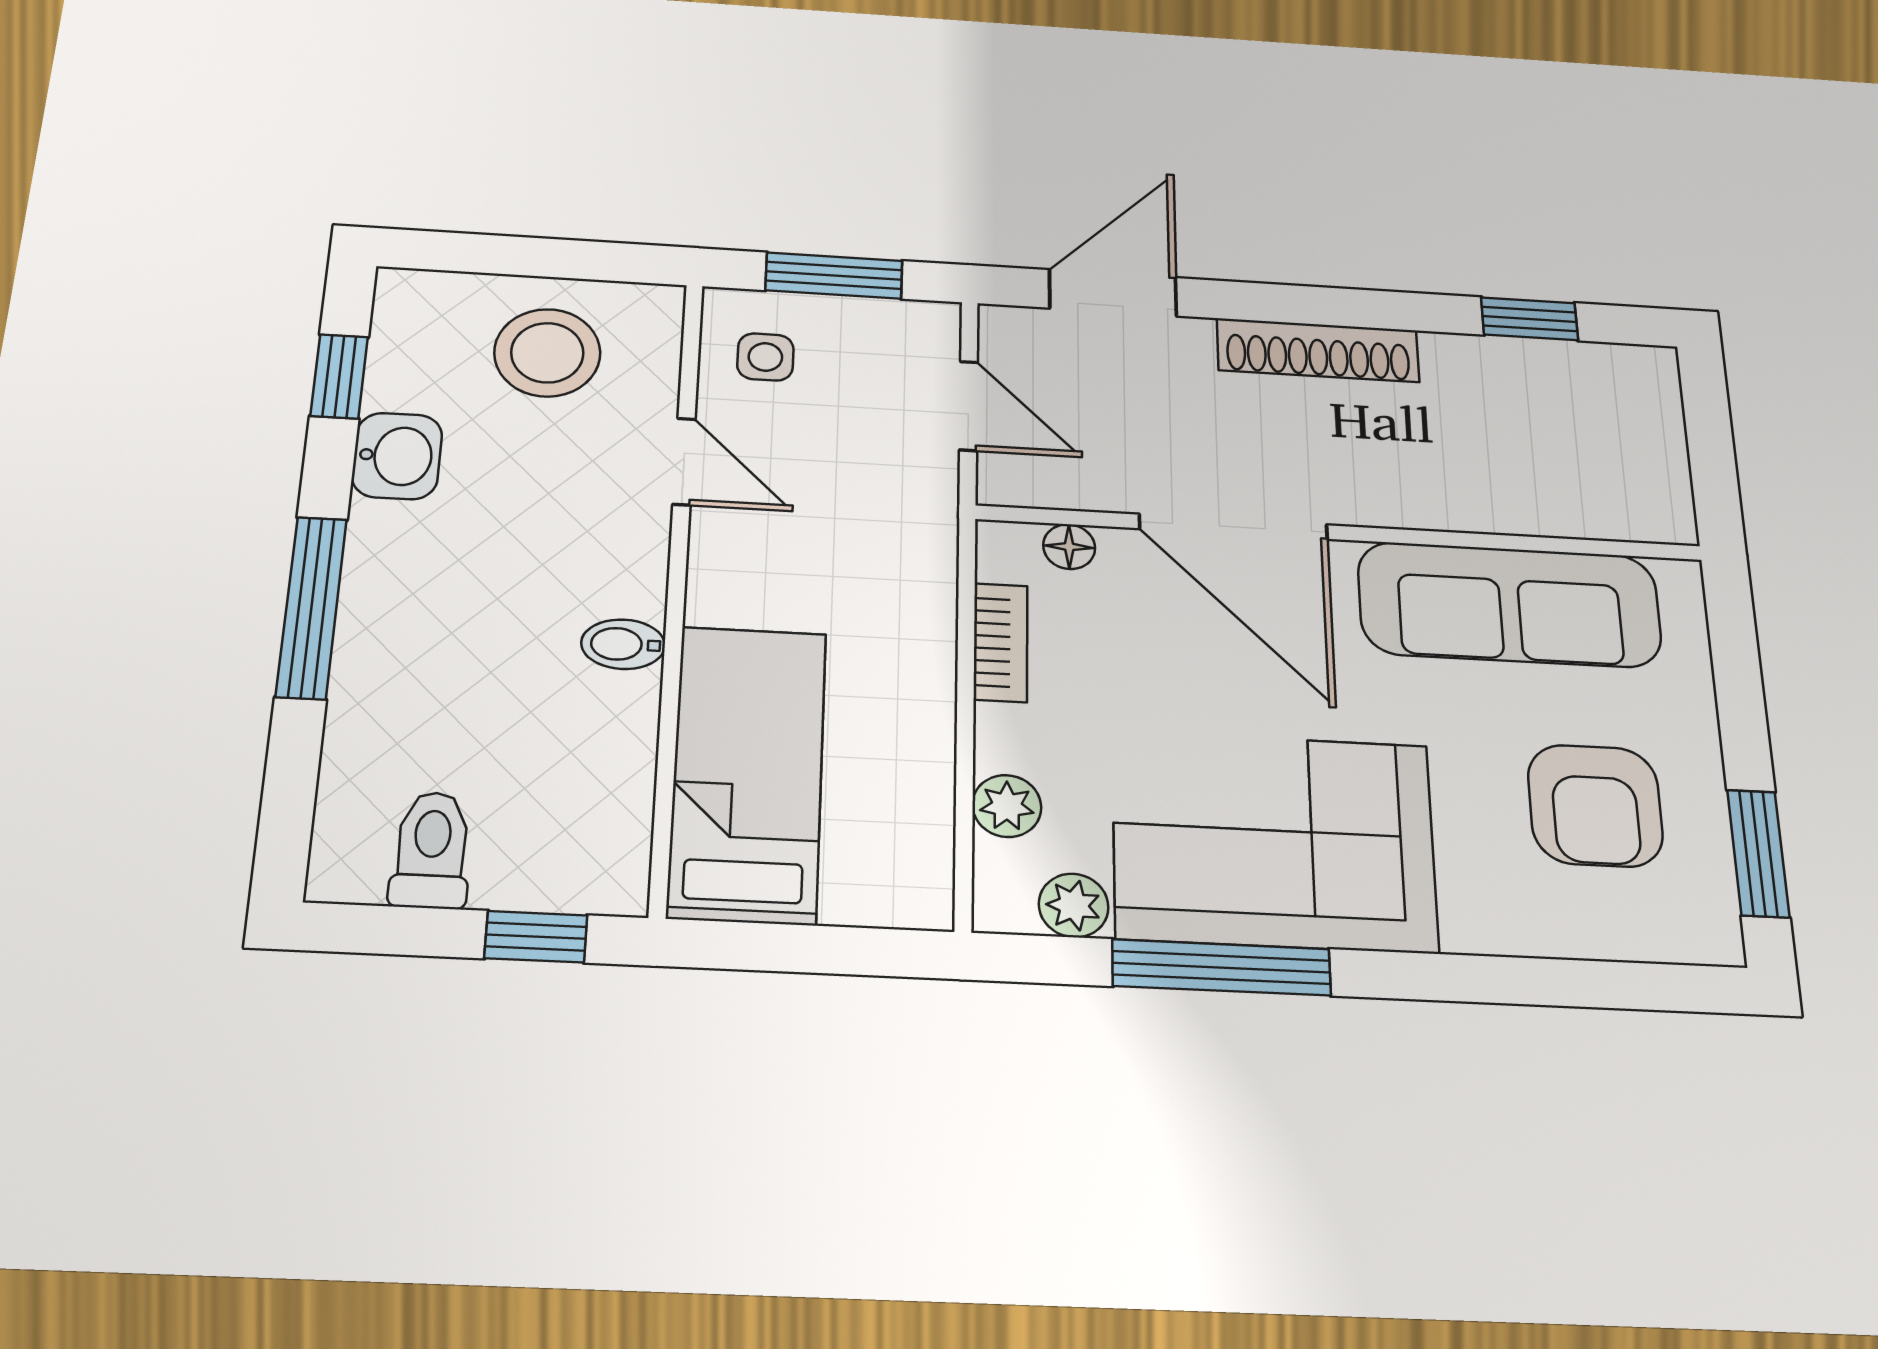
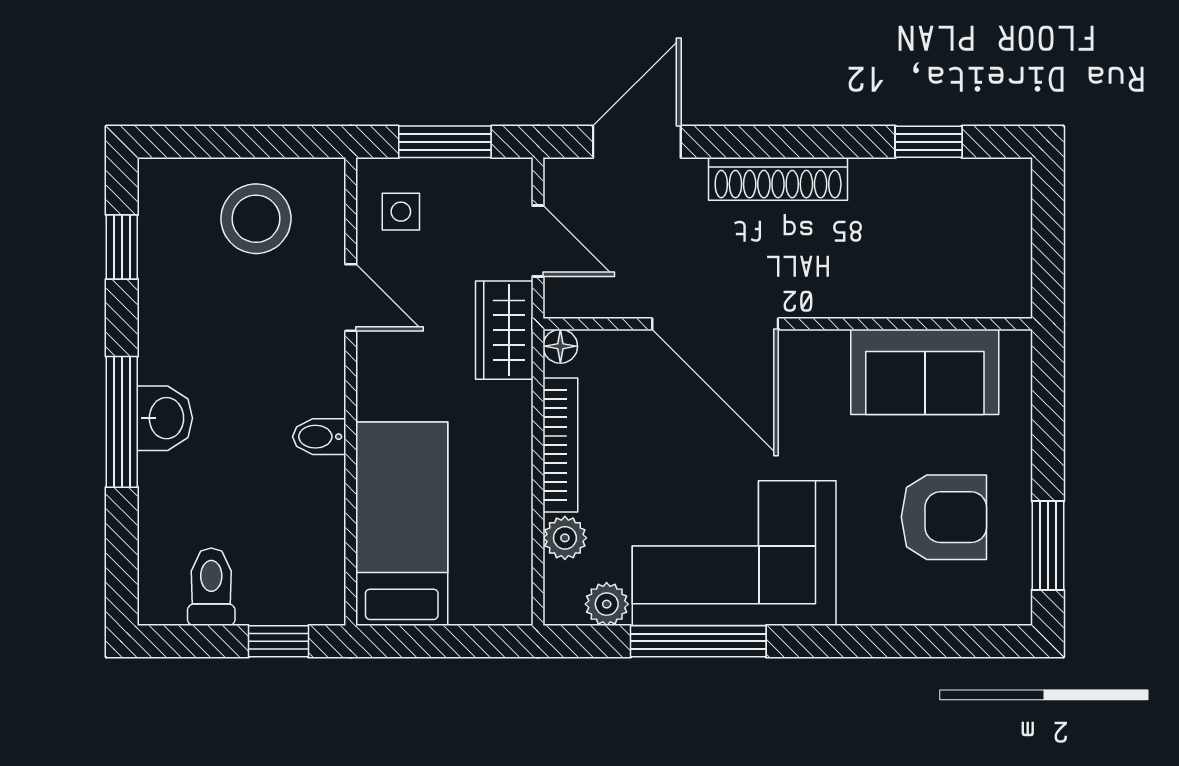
washbasin: (397, 456) -> (165, 418), moved
wardrobe: (916, 517) -> (504, 330), added
floor lamp: (1069, 547) -> (560, 346), moved
sofa: (1510, 605) -> (925, 372), width x0.73
bookcase: (1001, 642) -> (560, 445), width x1.56
armchair: (1595, 806) -> (944, 517), turned -90

